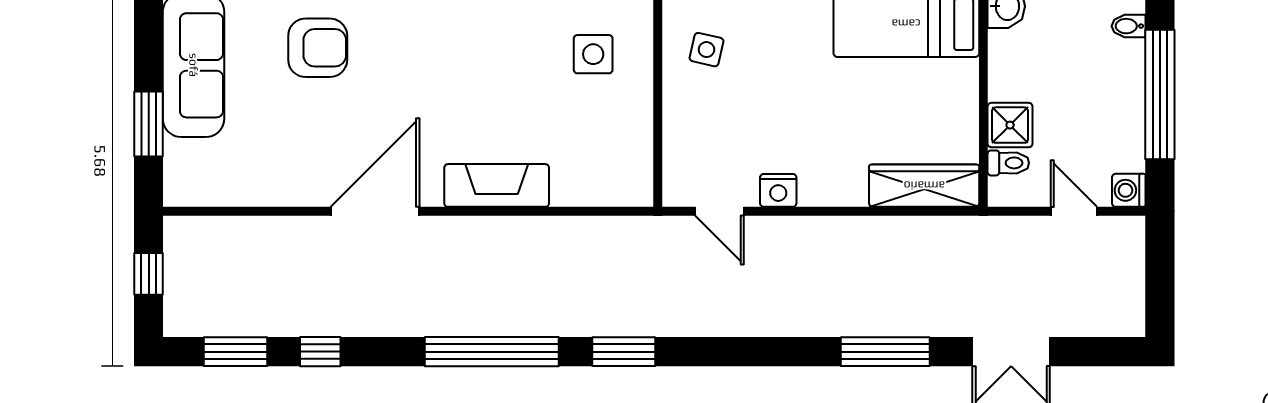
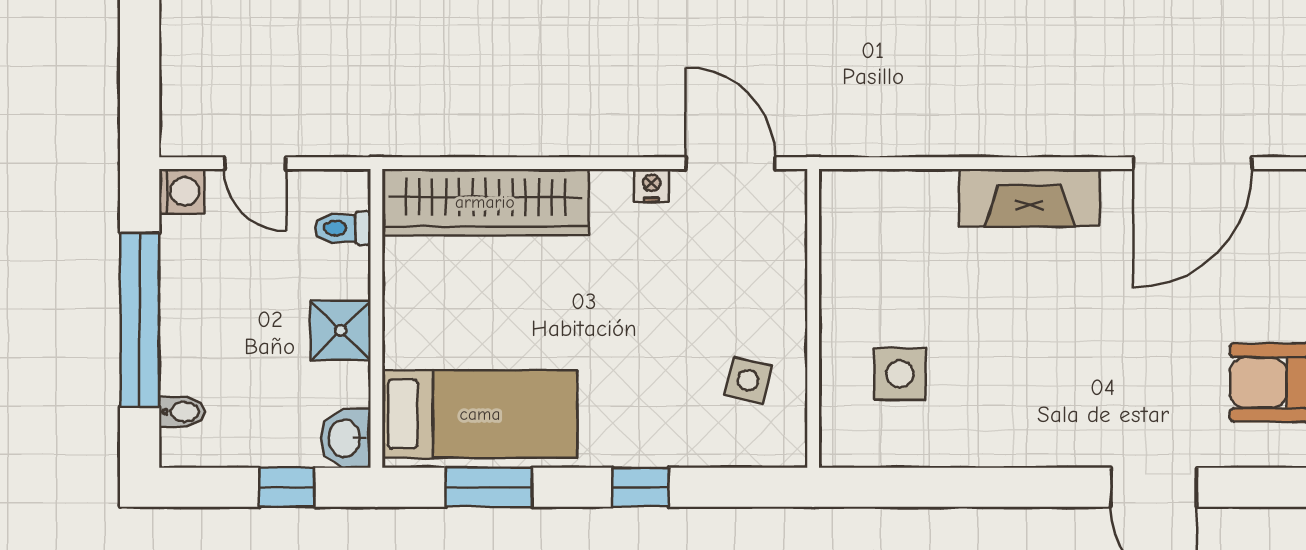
shower: (1010, 125) -> (341, 330), moved
wardrobe: (924, 186) -> (485, 202), width x1.40, depth x1.17
nightstand: (778, 190) -> (652, 185), width x0.72, depth x0.74
door: (719, 211) -> (730, 163), width x1.38

